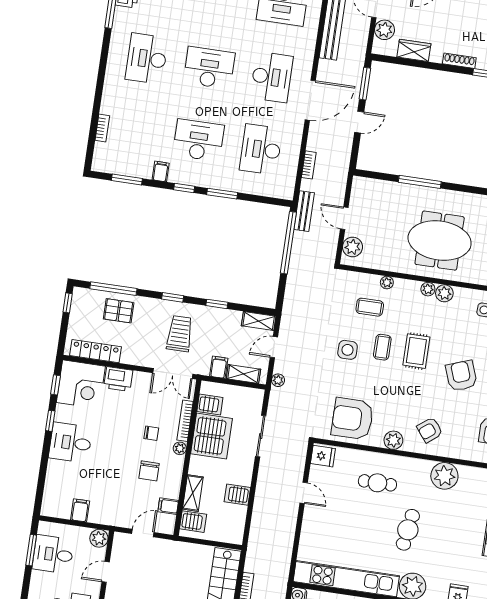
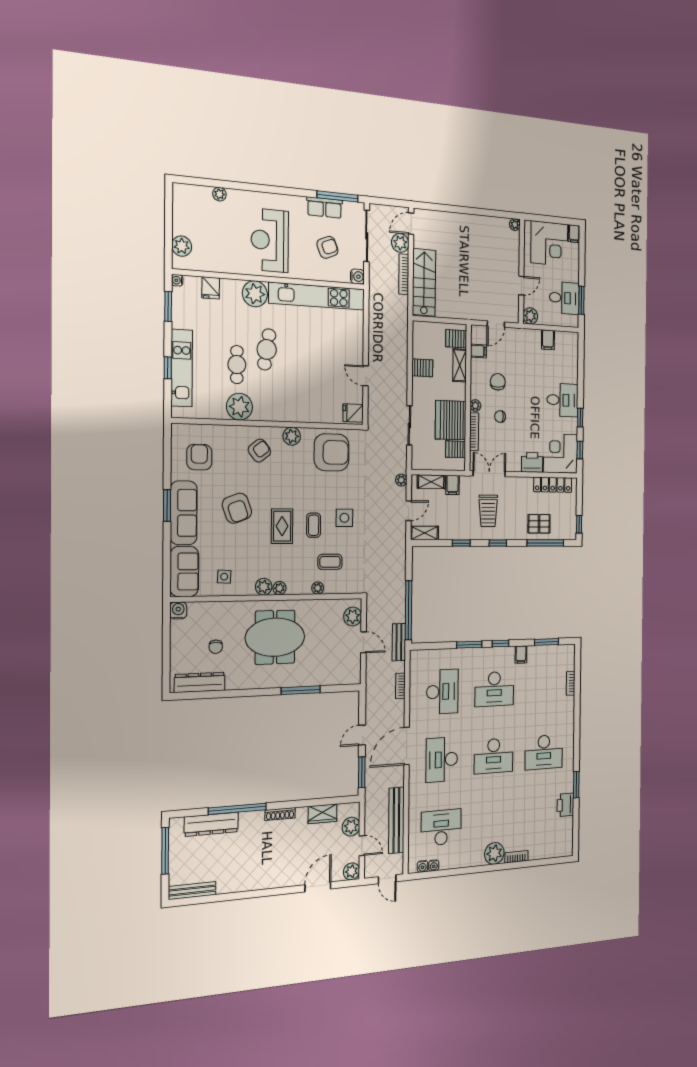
desk: (147, 59) -> (544, 752), turned 90
cafe table: (377, 483) -> (237, 365), moved, turned 90

